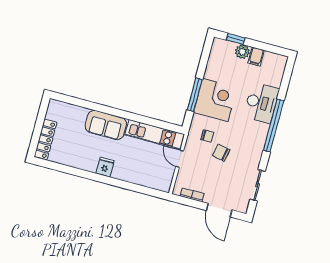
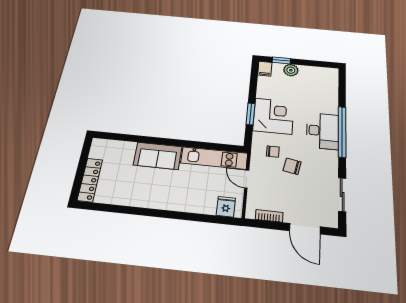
filing cabinet: (256, 57) -> (265, 69), moved
window: (195, 95) -> (250, 114), width x0.69
desk: (261, 103) -> (323, 131), moved
fridge: (105, 167) -> (226, 207), moved

